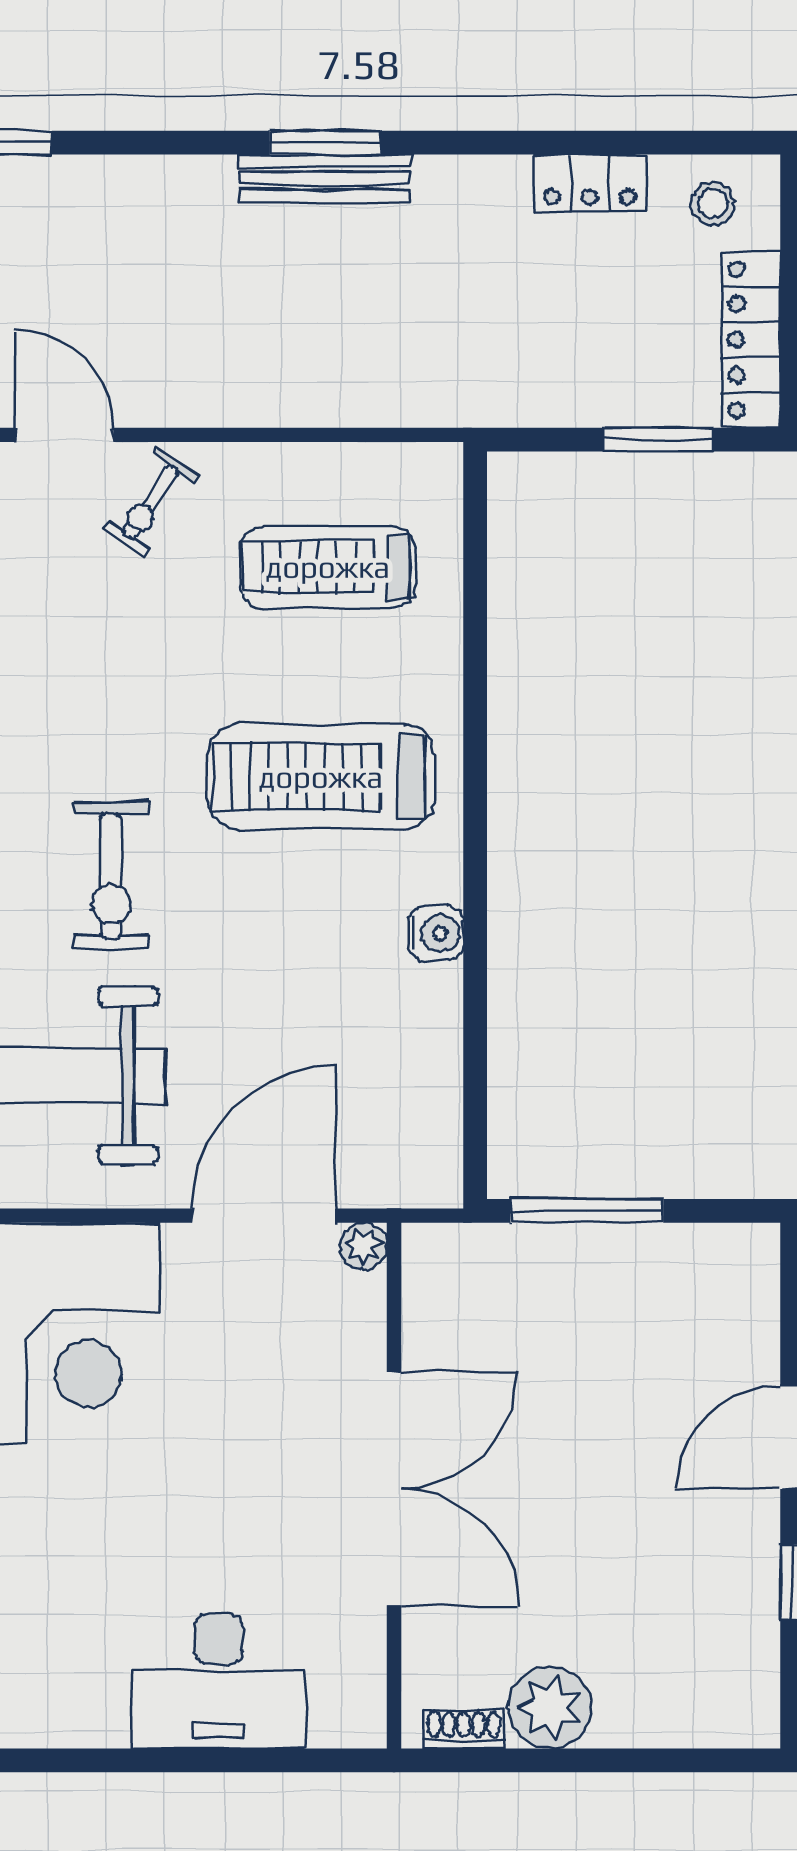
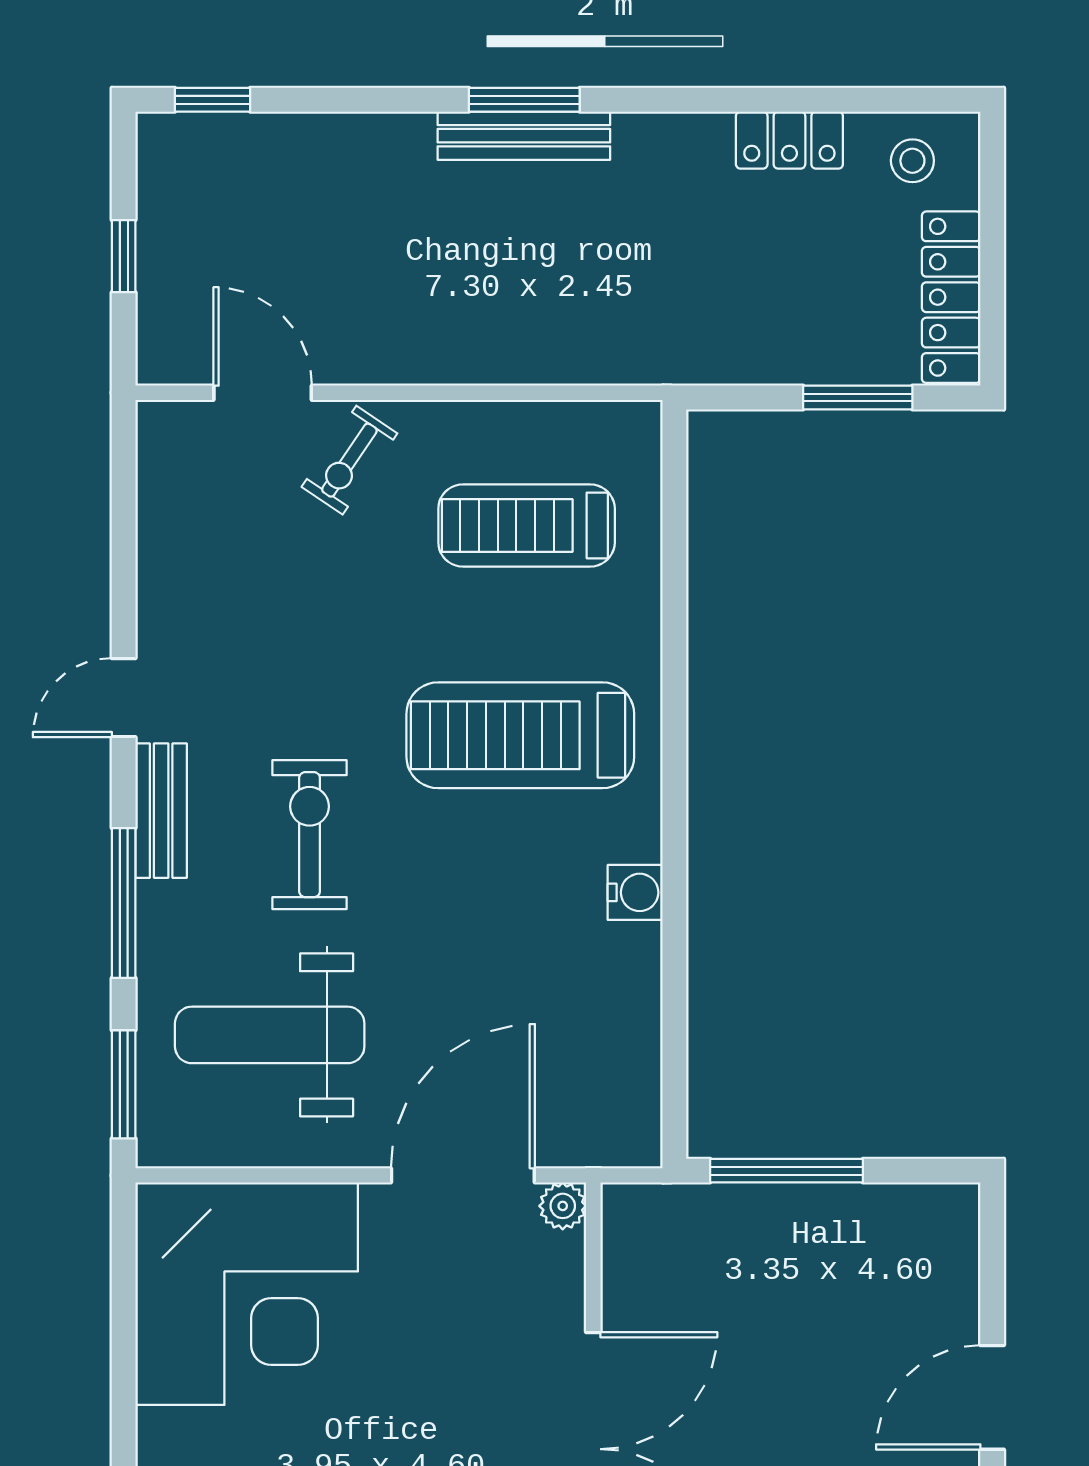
exercise bike: (111, 876) -> (310, 835), turned 180

